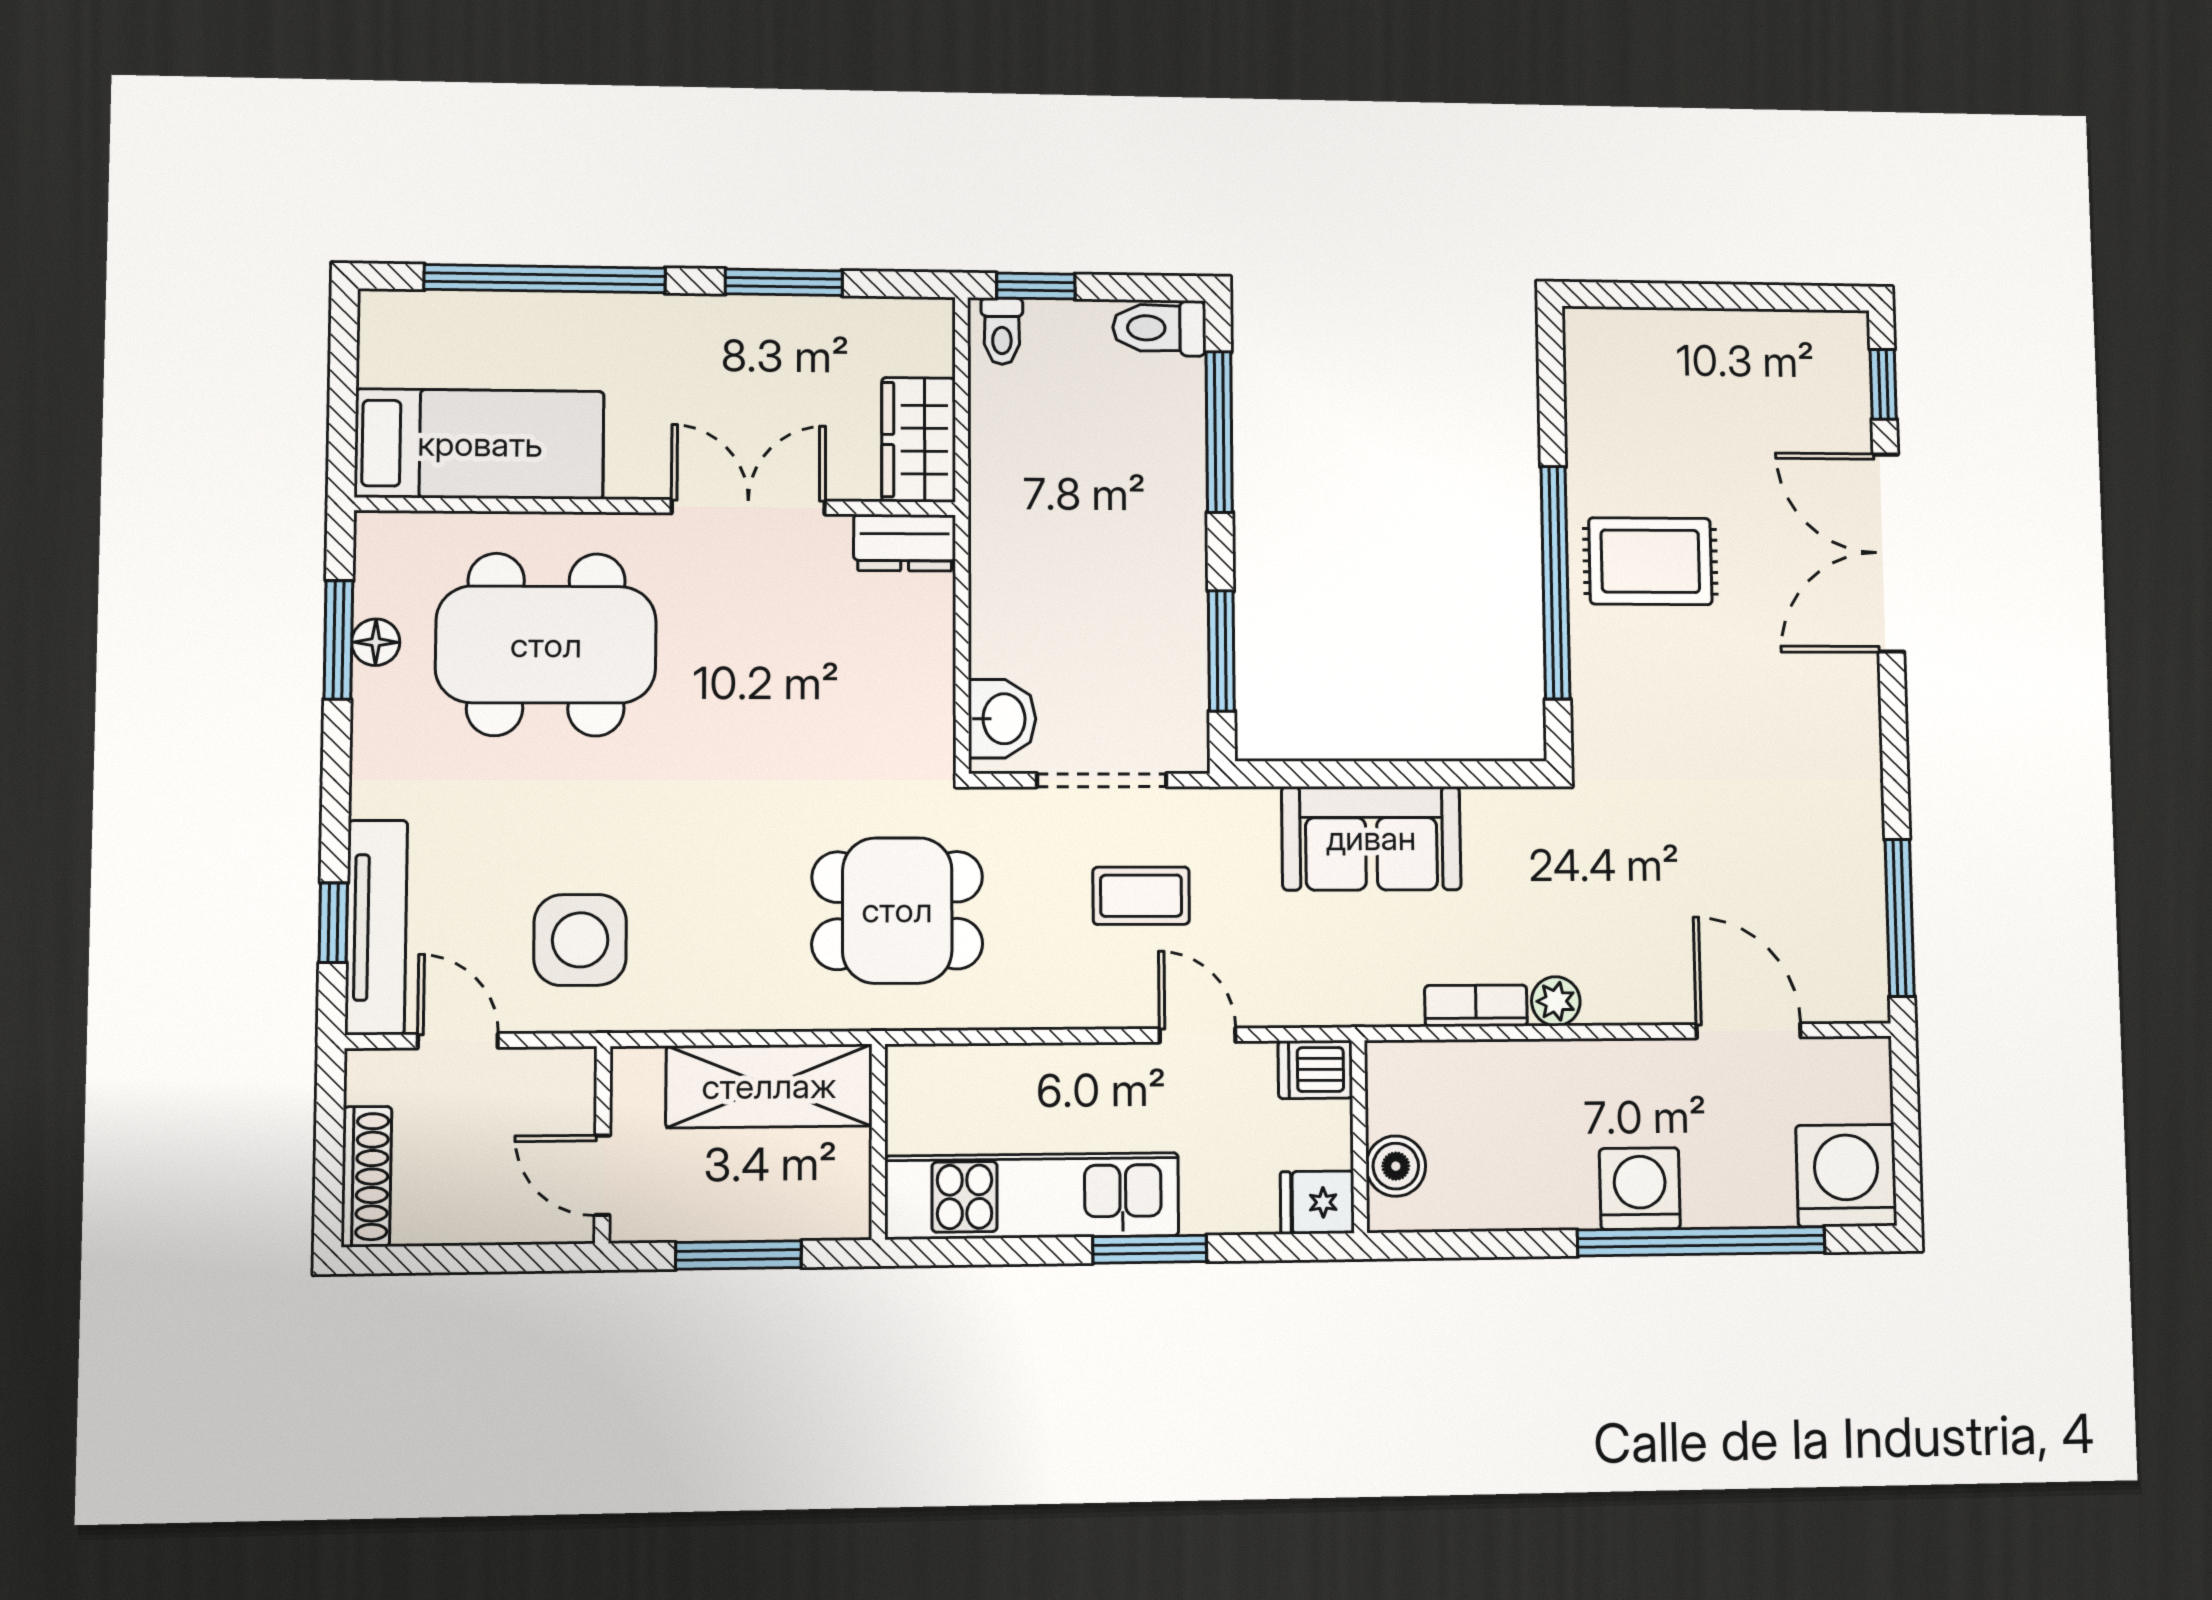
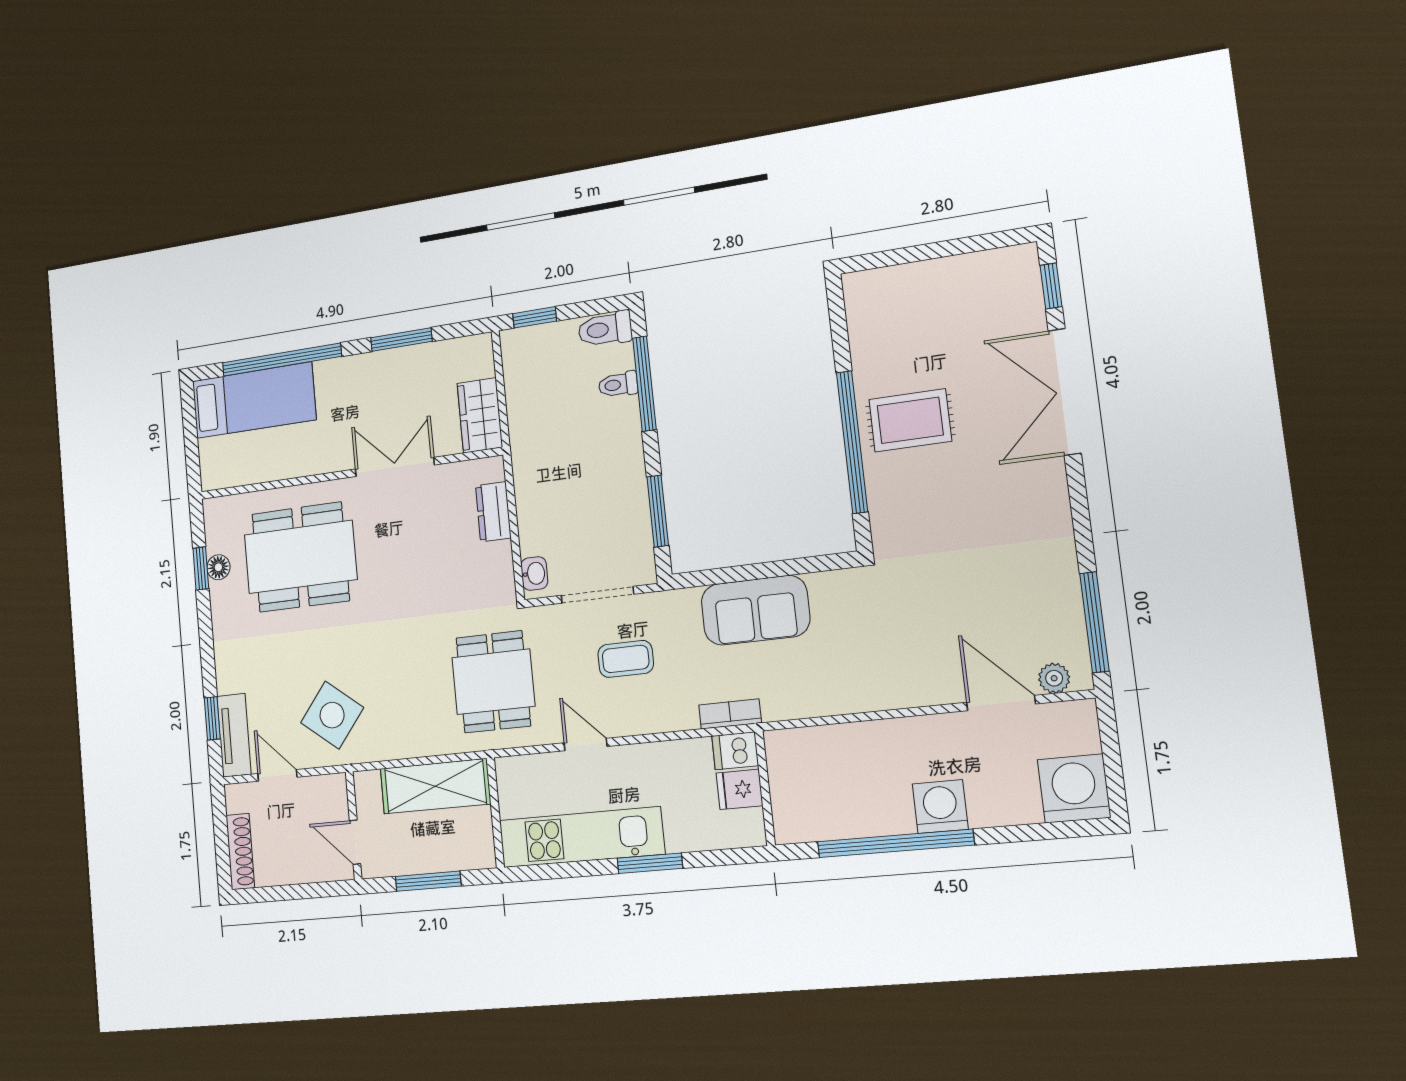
toilet: (1002, 331) -> (618, 385), moved, turned 90
bed: (480, 444) -> (254, 400), moved
dresser: (905, 543) -> (493, 512), moved, turned 90
window: (338, 640) -> (201, 568), width x0.67
washbasin: (1002, 719) -> (534, 574), width x0.72, depth x0.69
dining table: (897, 910) -> (493, 682), turned 90
tv unit: (376, 927) -> (234, 735), width x0.71
side table: (580, 940) -> (332, 715), turned 38
plant: (1556, 1001) -> (1054, 678), moved
bookcase: (1476, 1006) -> (730, 714), moved
door: (1198, 1035) -> (586, 745), moved
boiler: (1396, 1166) -> (788, 804), removed
fridge: (1317, 1202) -> (740, 789), moved
window: (1701, 1241) -> (895, 843), moved

